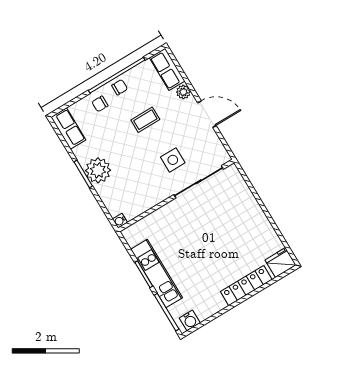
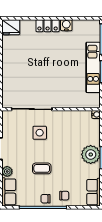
locker: (246, 286) -> (48, 26), width x0.66
water cooler: (190, 320) -> (66, 25), moved

